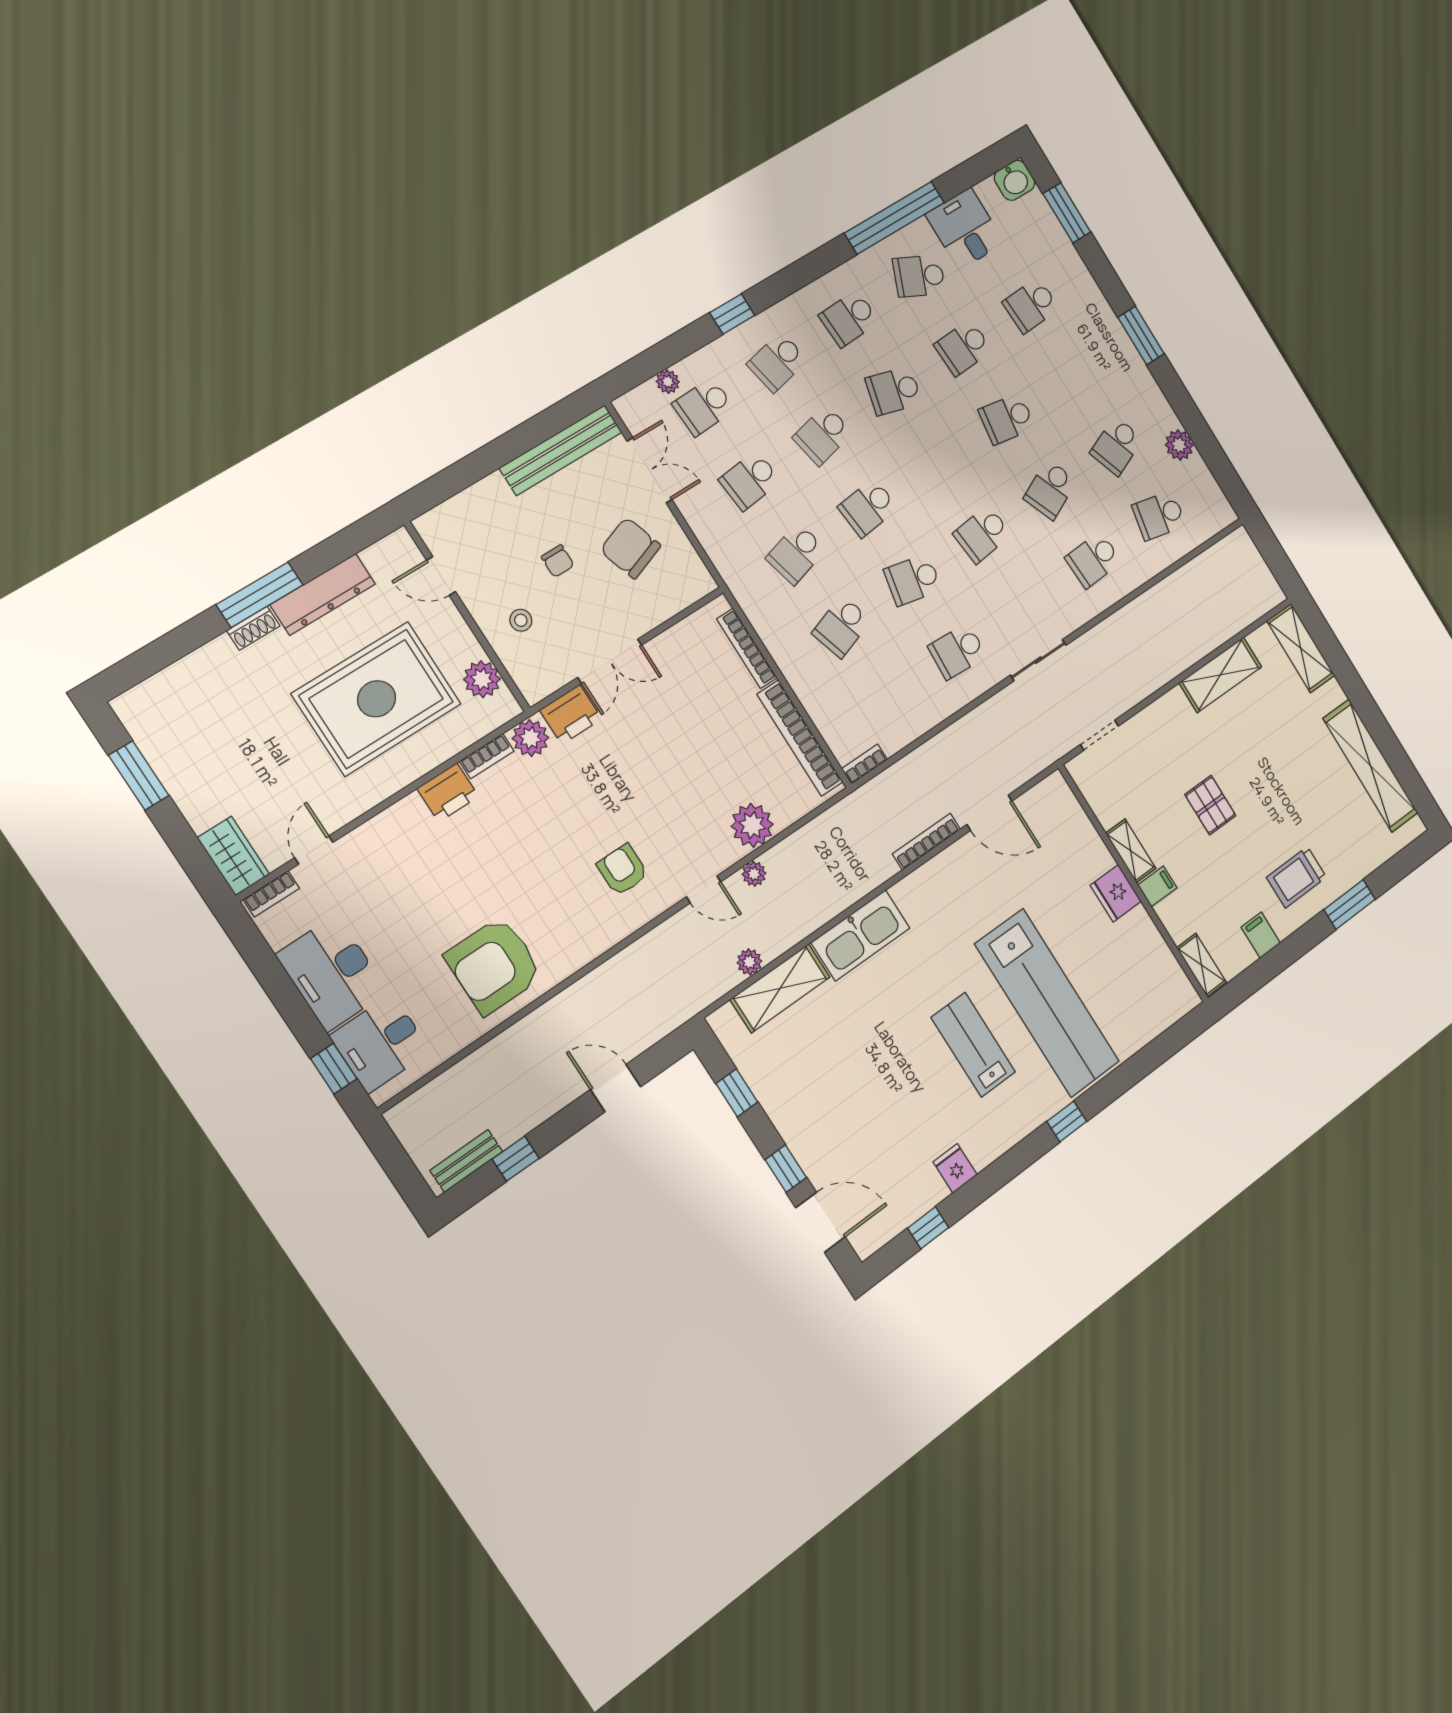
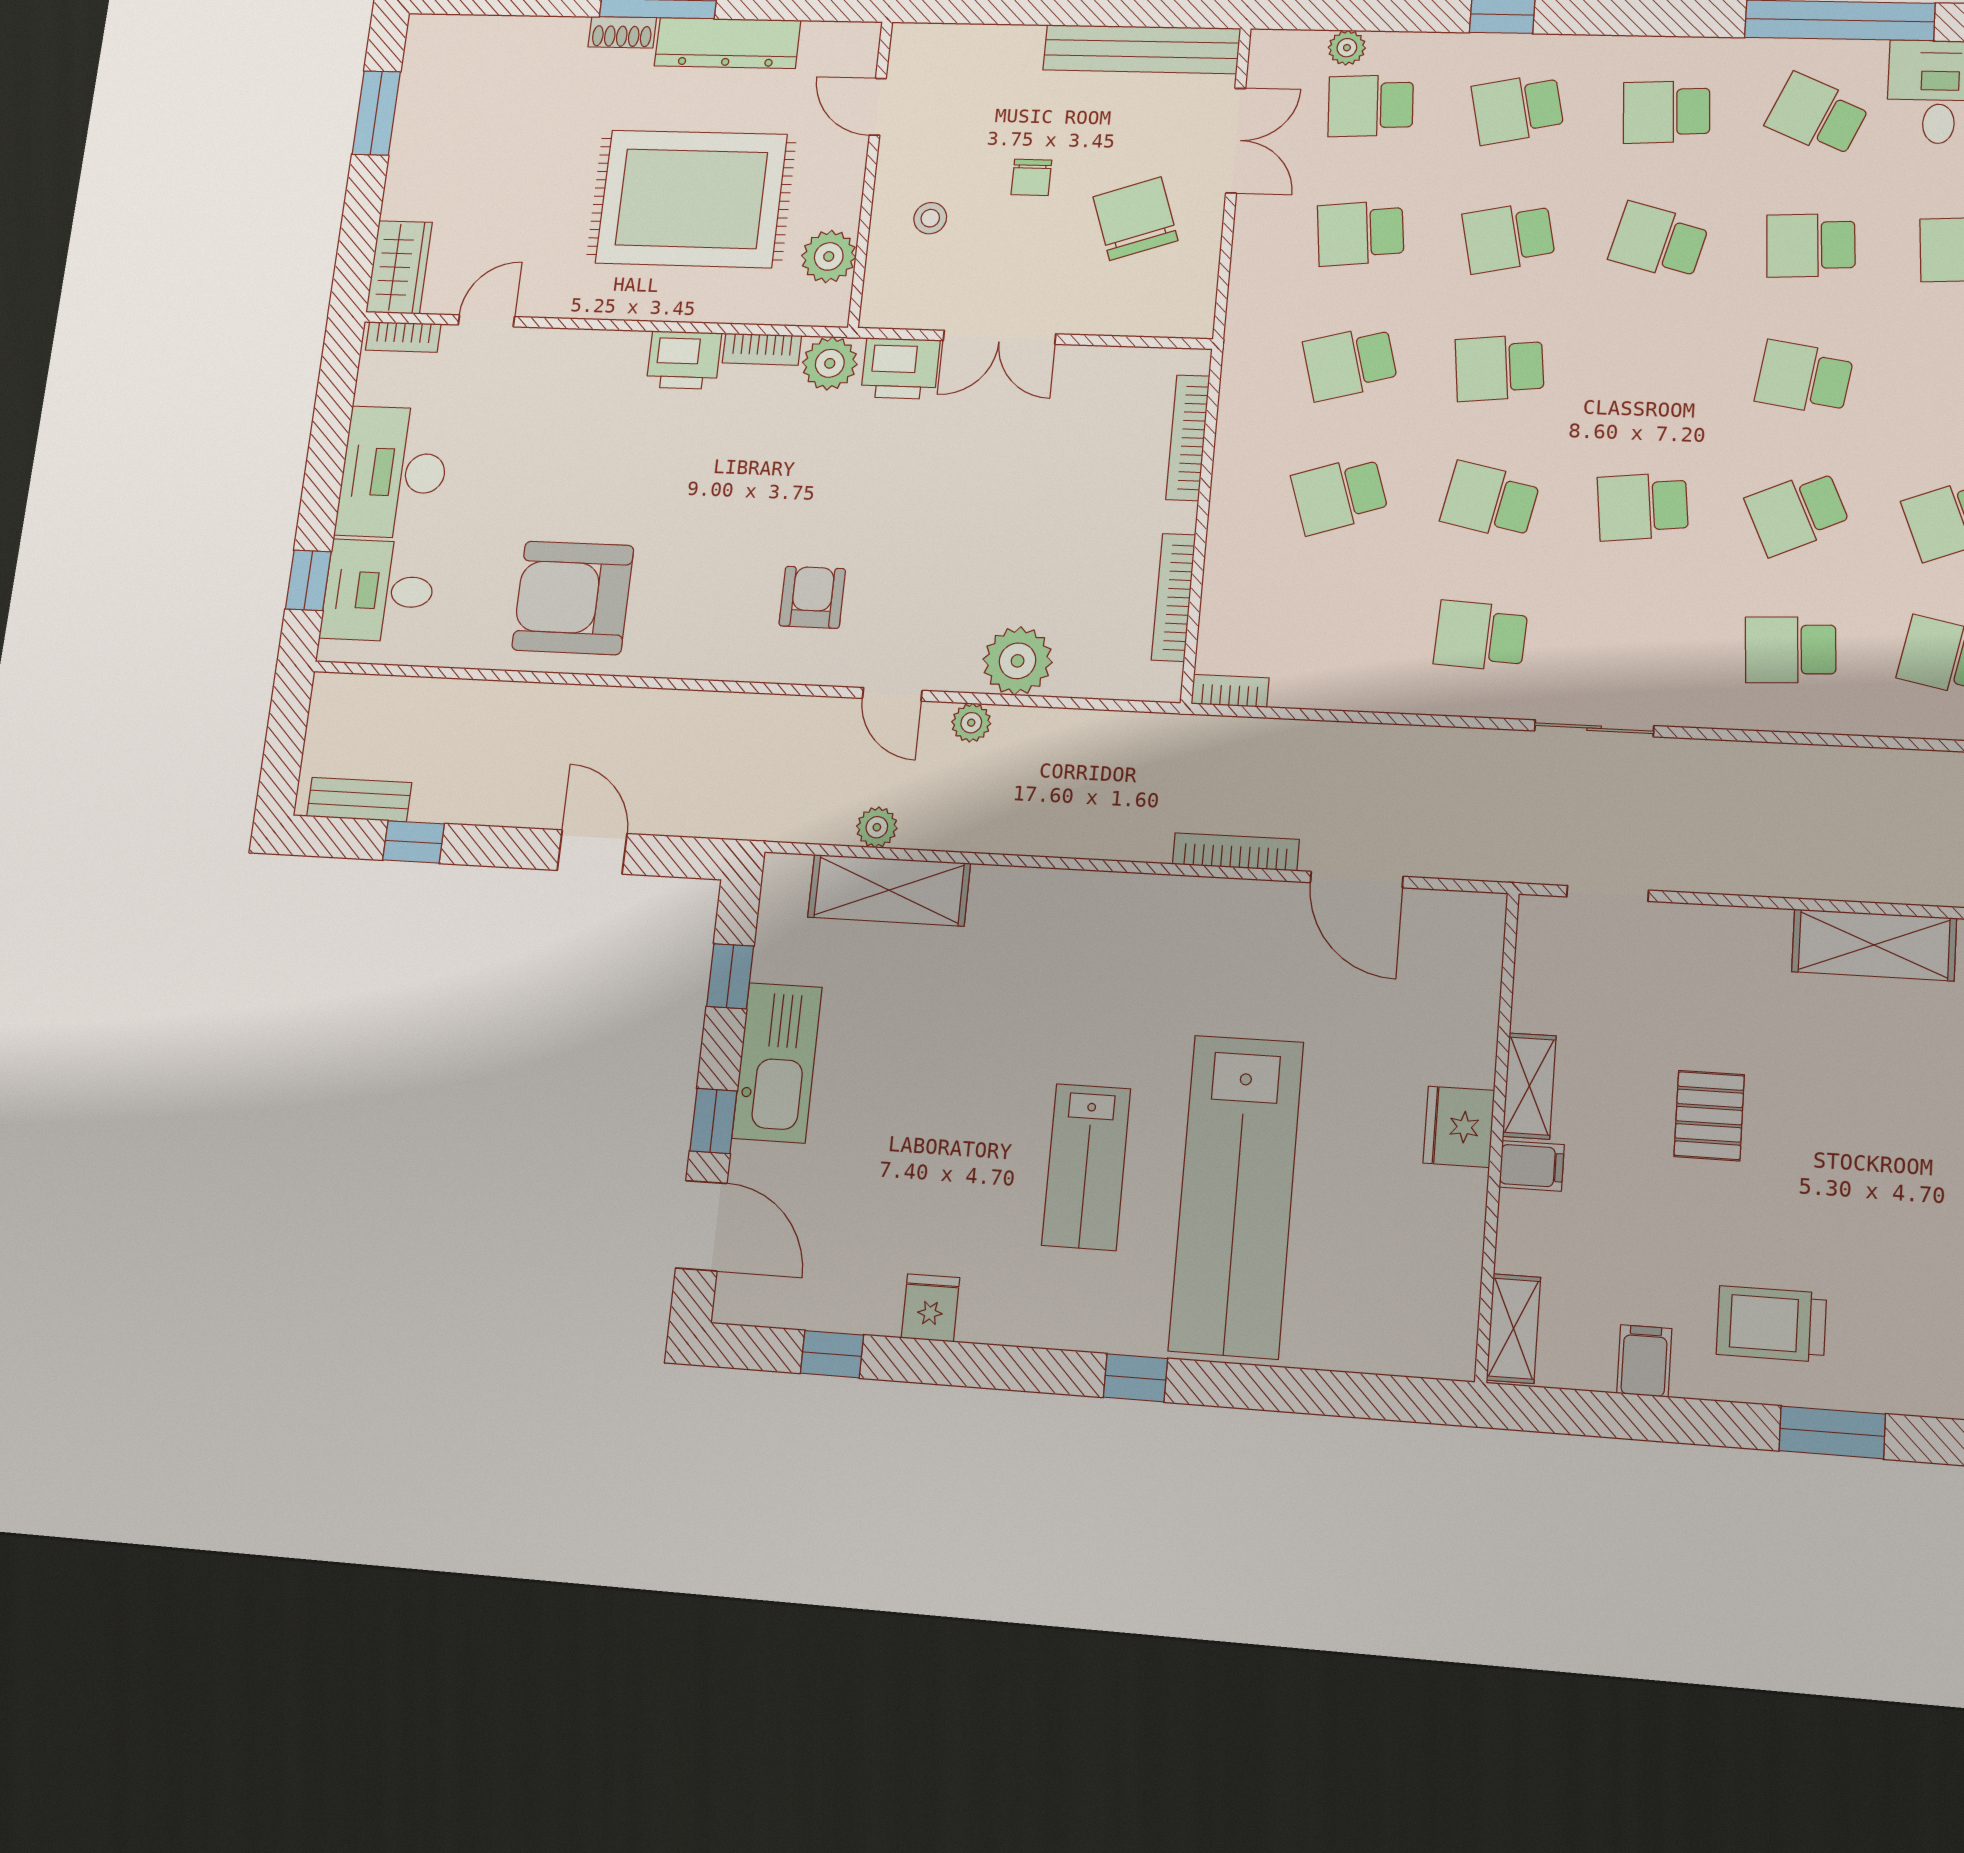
bookcase: (800, 738) -> (1174, 597), width x0.68, depth x0.76
kitchen sink: (861, 935) -> (777, 1063), moved, turned -90
lab bench: (973, 1045) -> (1086, 1167), turned 180

